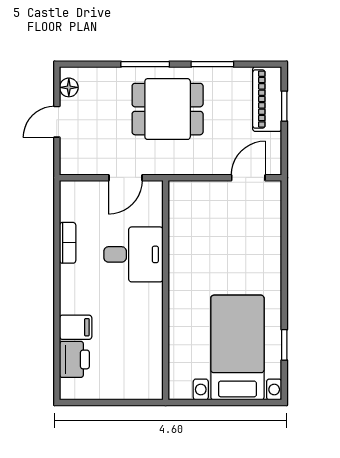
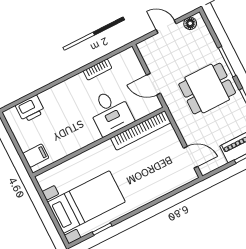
dining table: (168, 109) -> (207, 89), turned 90
bookcase: (179, 226) -> (141, 130), added
filing cabinet: (76, 327) -> (36, 156), moved, turned -90

